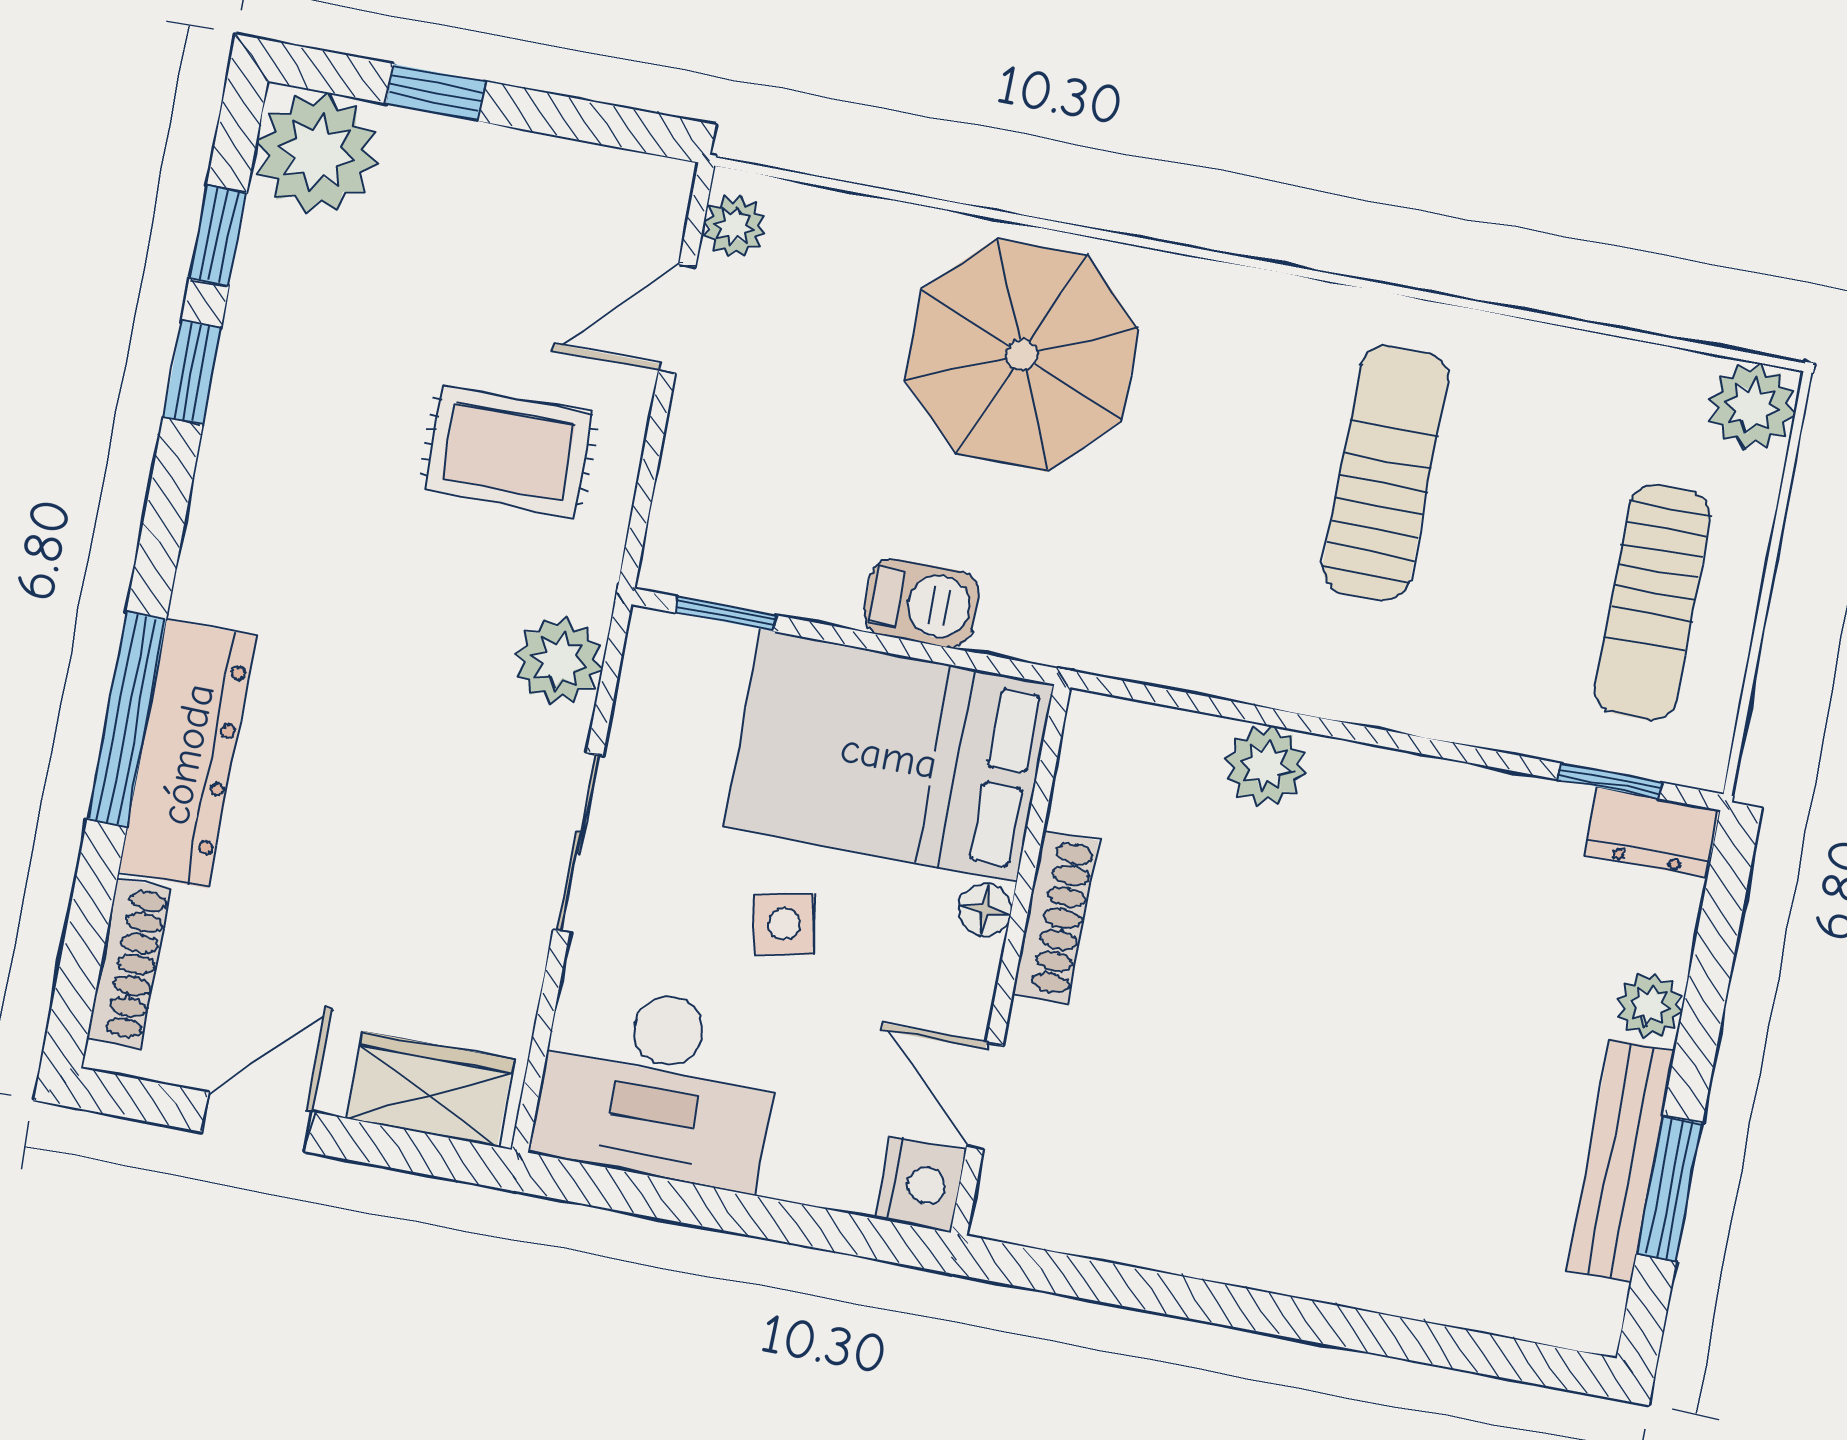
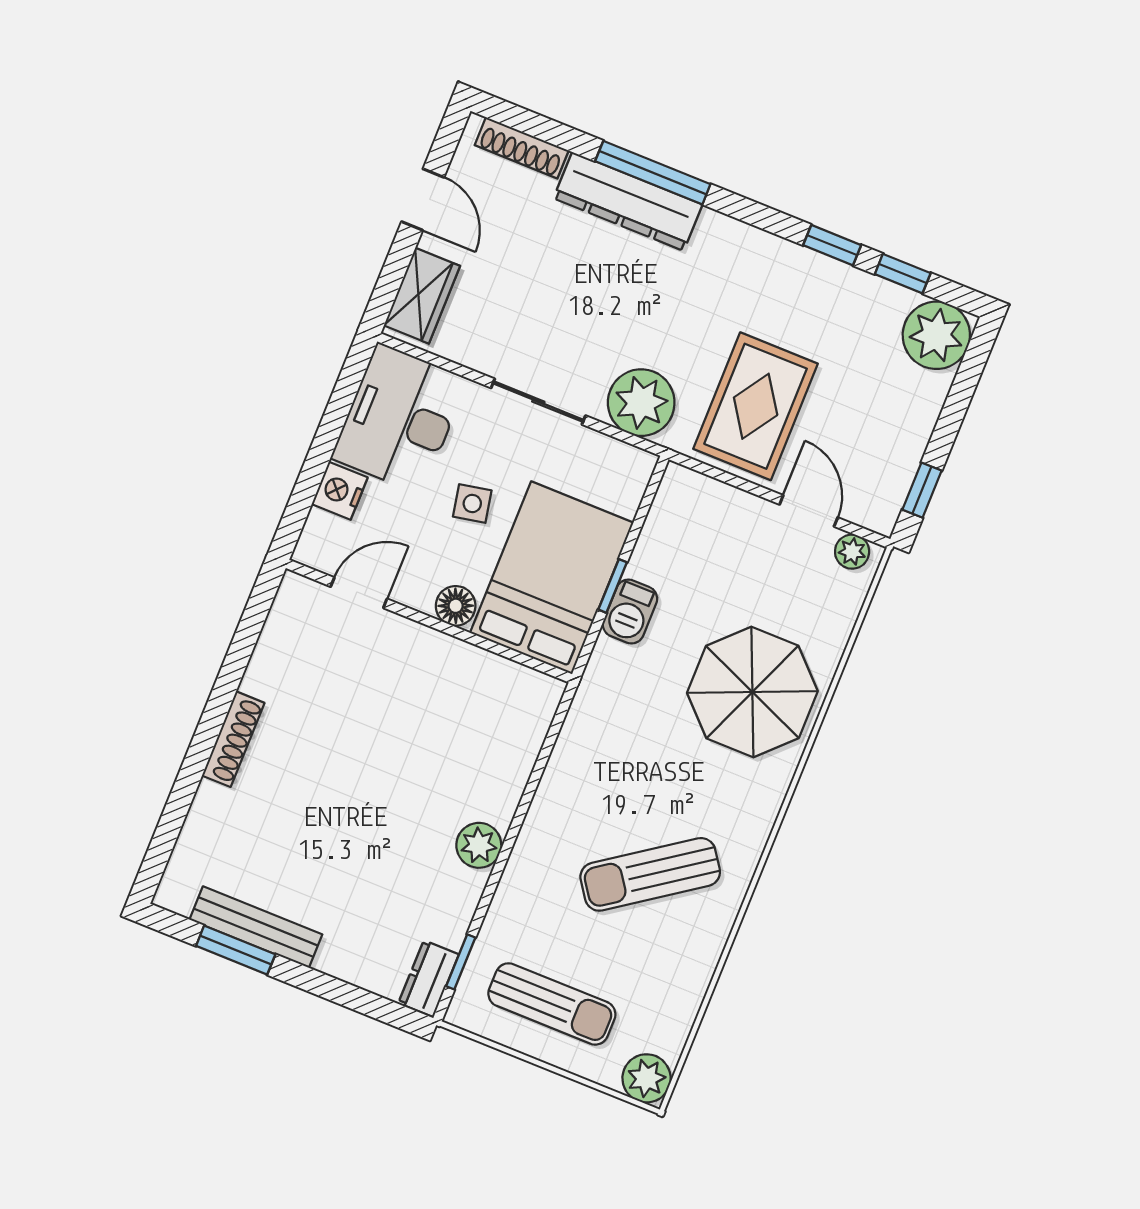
window: (436, 92) -> (922, 490), moved
rug: (508, 452) -> (756, 406), width x1.36, depth x1.43
sun lounger: (1385, 473) -> (650, 874), turned 145
sun lounger: (1653, 603) -> (552, 1004), turned 180
window: (726, 614) -> (613, 586), moved
plant: (559, 661) -> (641, 403), width x1.36, depth x1.36
plant: (1266, 766) -> (479, 845), moved
floor lamp: (985, 910) -> (456, 606), width x1.37, depth x1.37
shoe rack: (1055, 917) -> (233, 739), moved, turned -90
plant: (1650, 1006) -> (336, 959), removed
nightstand: (921, 1184) -> (340, 491), moved, turned 90

